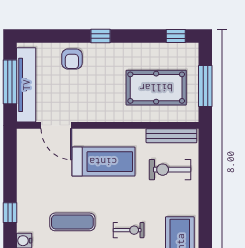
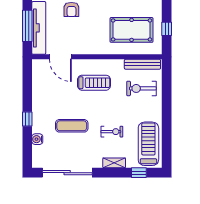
window: (205, 86) -> (167, 29), width x0.46
treadmill: (103, 162) -> (94, 83), width x0.73, depth x0.73

